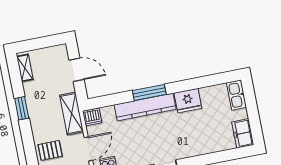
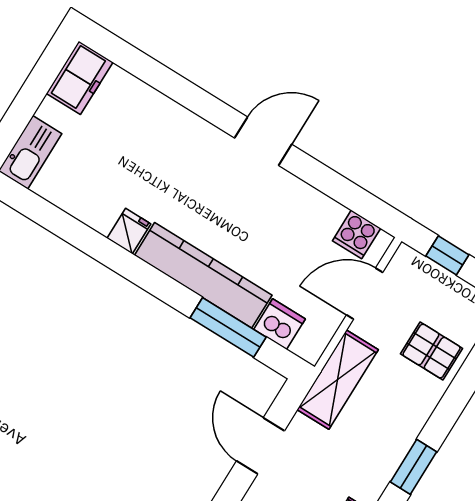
window: (149, 92) -> (228, 327), moved
fridge: (188, 101) -> (129, 231), width x0.53, depth x0.75
dishwasher: (92, 117) -> (280, 324), moved

